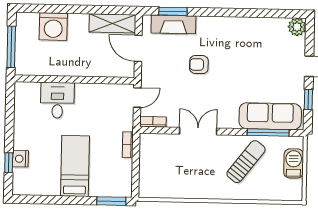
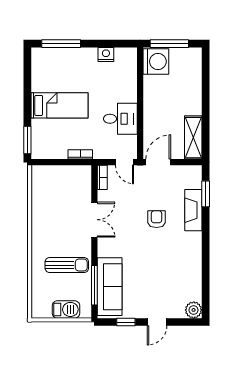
fireplace: (173, 24) -> (193, 210), moved
washing machine: (53, 27) -> (156, 61), moved, turned 180
door: (138, 48) -> (158, 162), moved
desk: (57, 100) -> (120, 119), moved
nightstand: (20, 159) -> (106, 54), moved
sun lounger: (246, 162) -> (67, 265), turned -38
window: (9, 163) -> (61, 44), width x2.17

